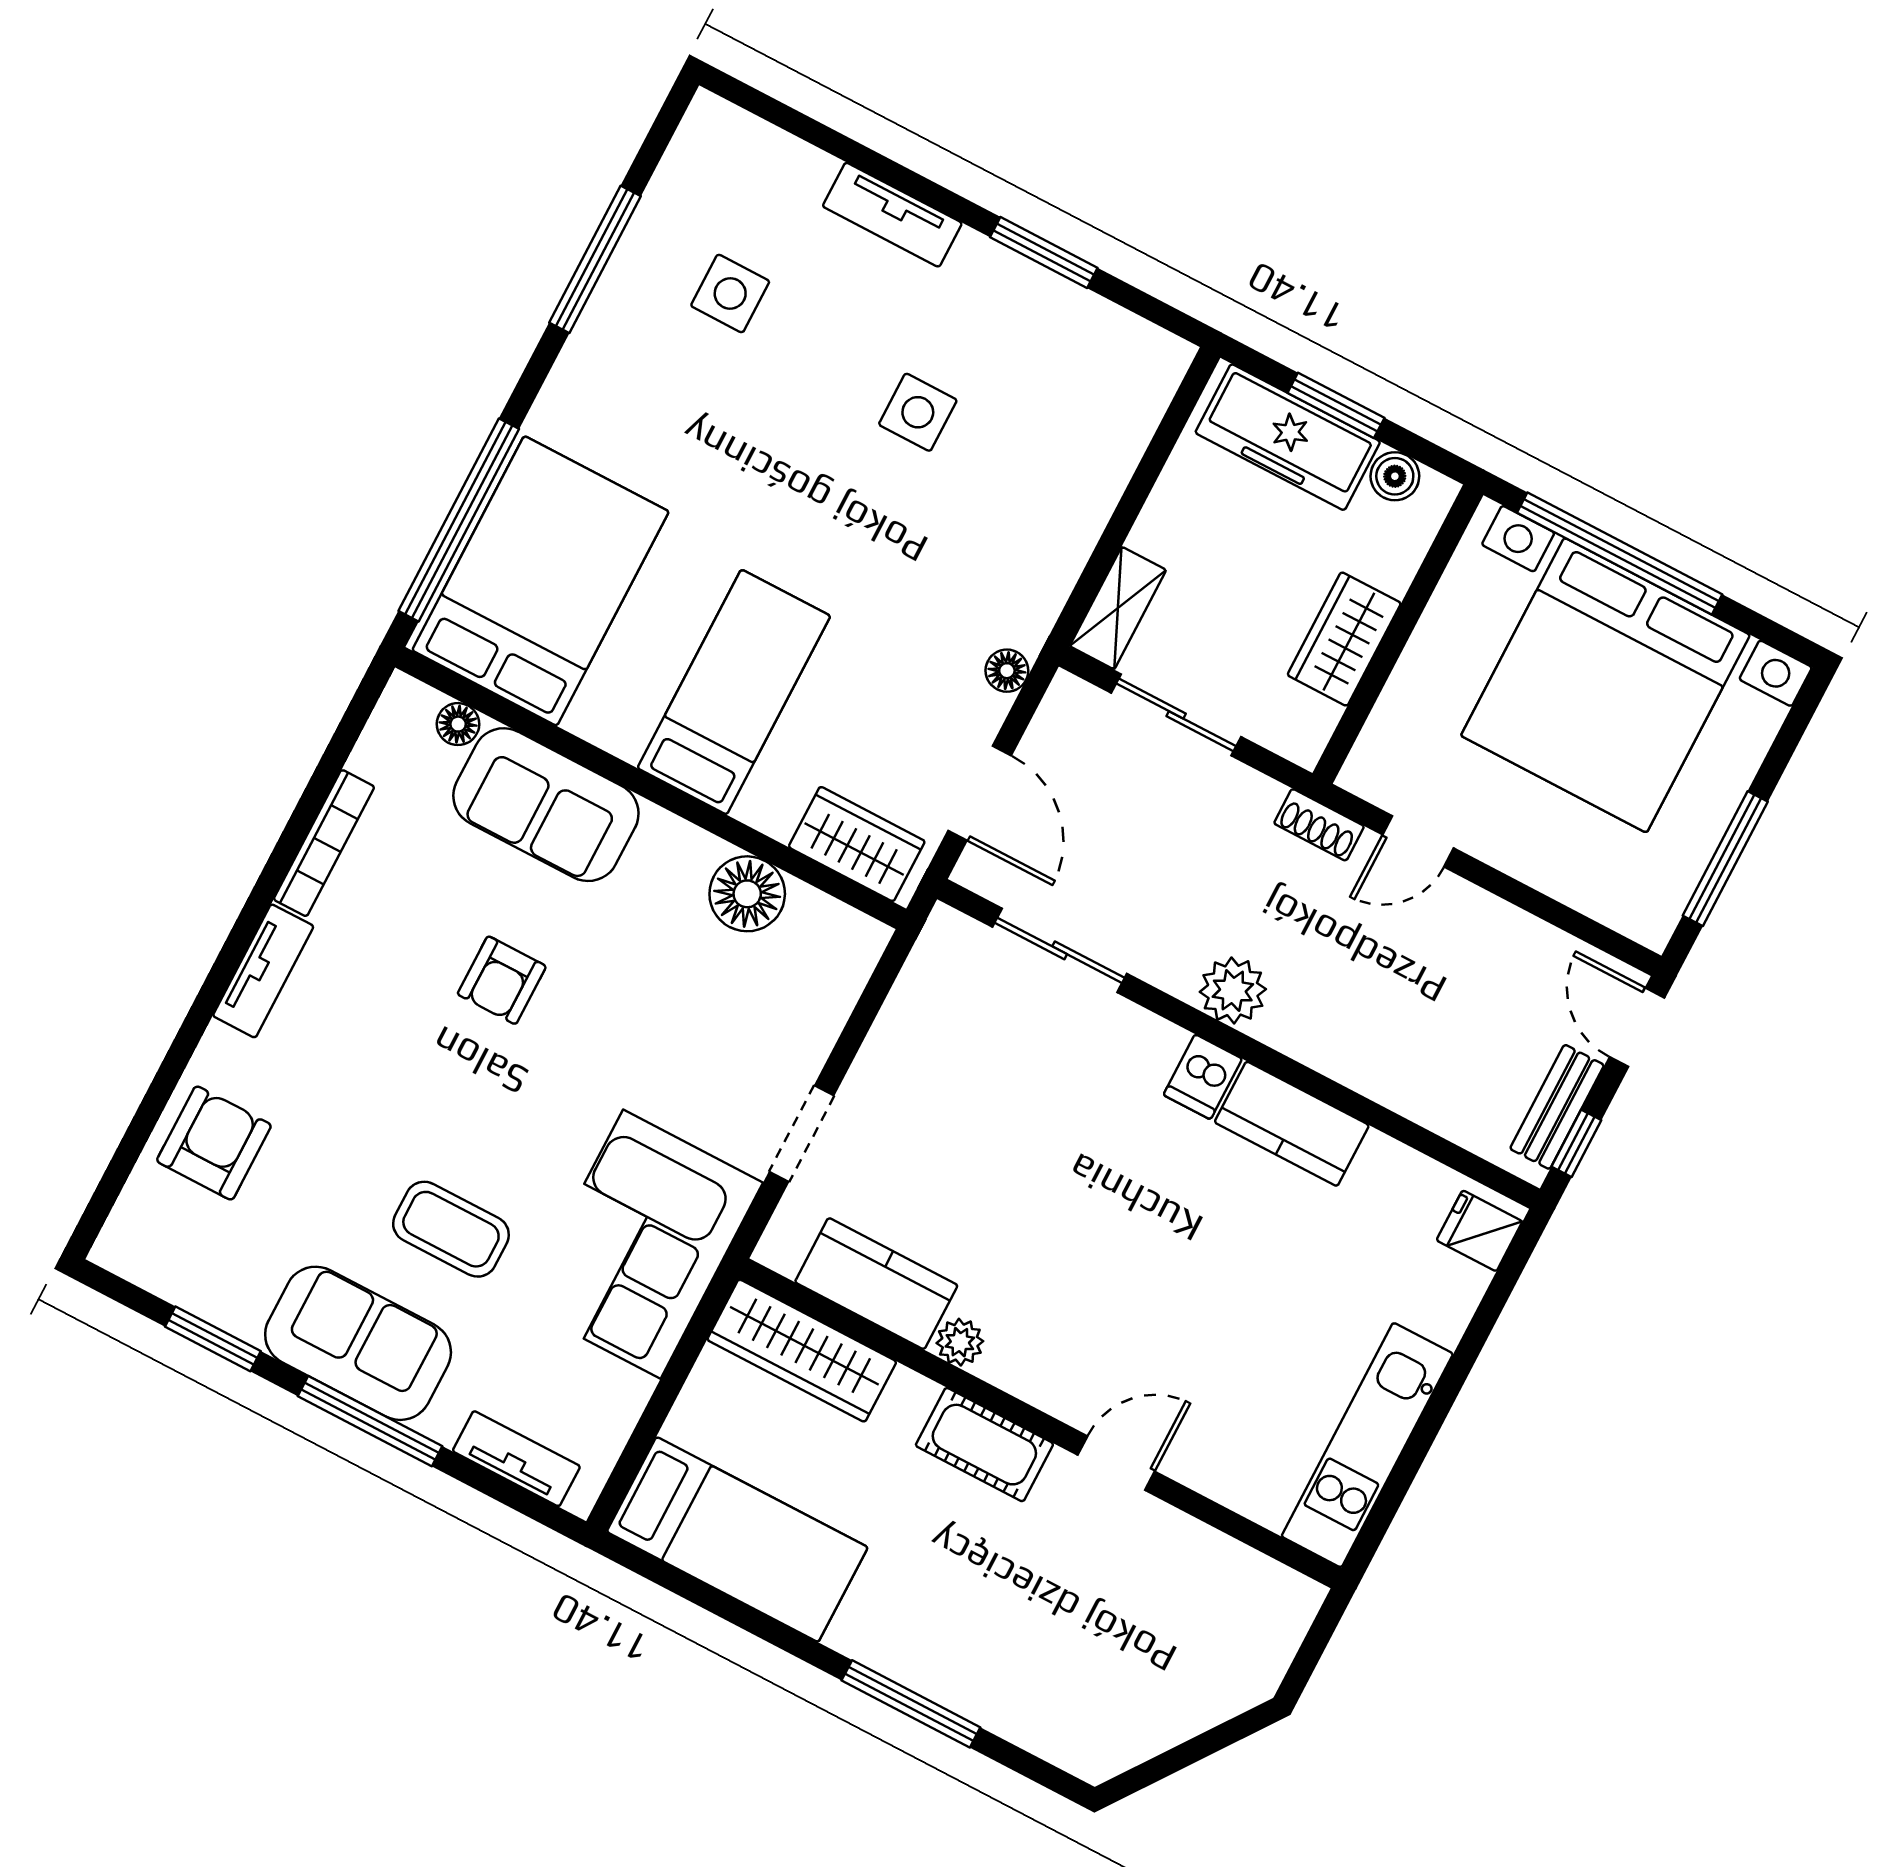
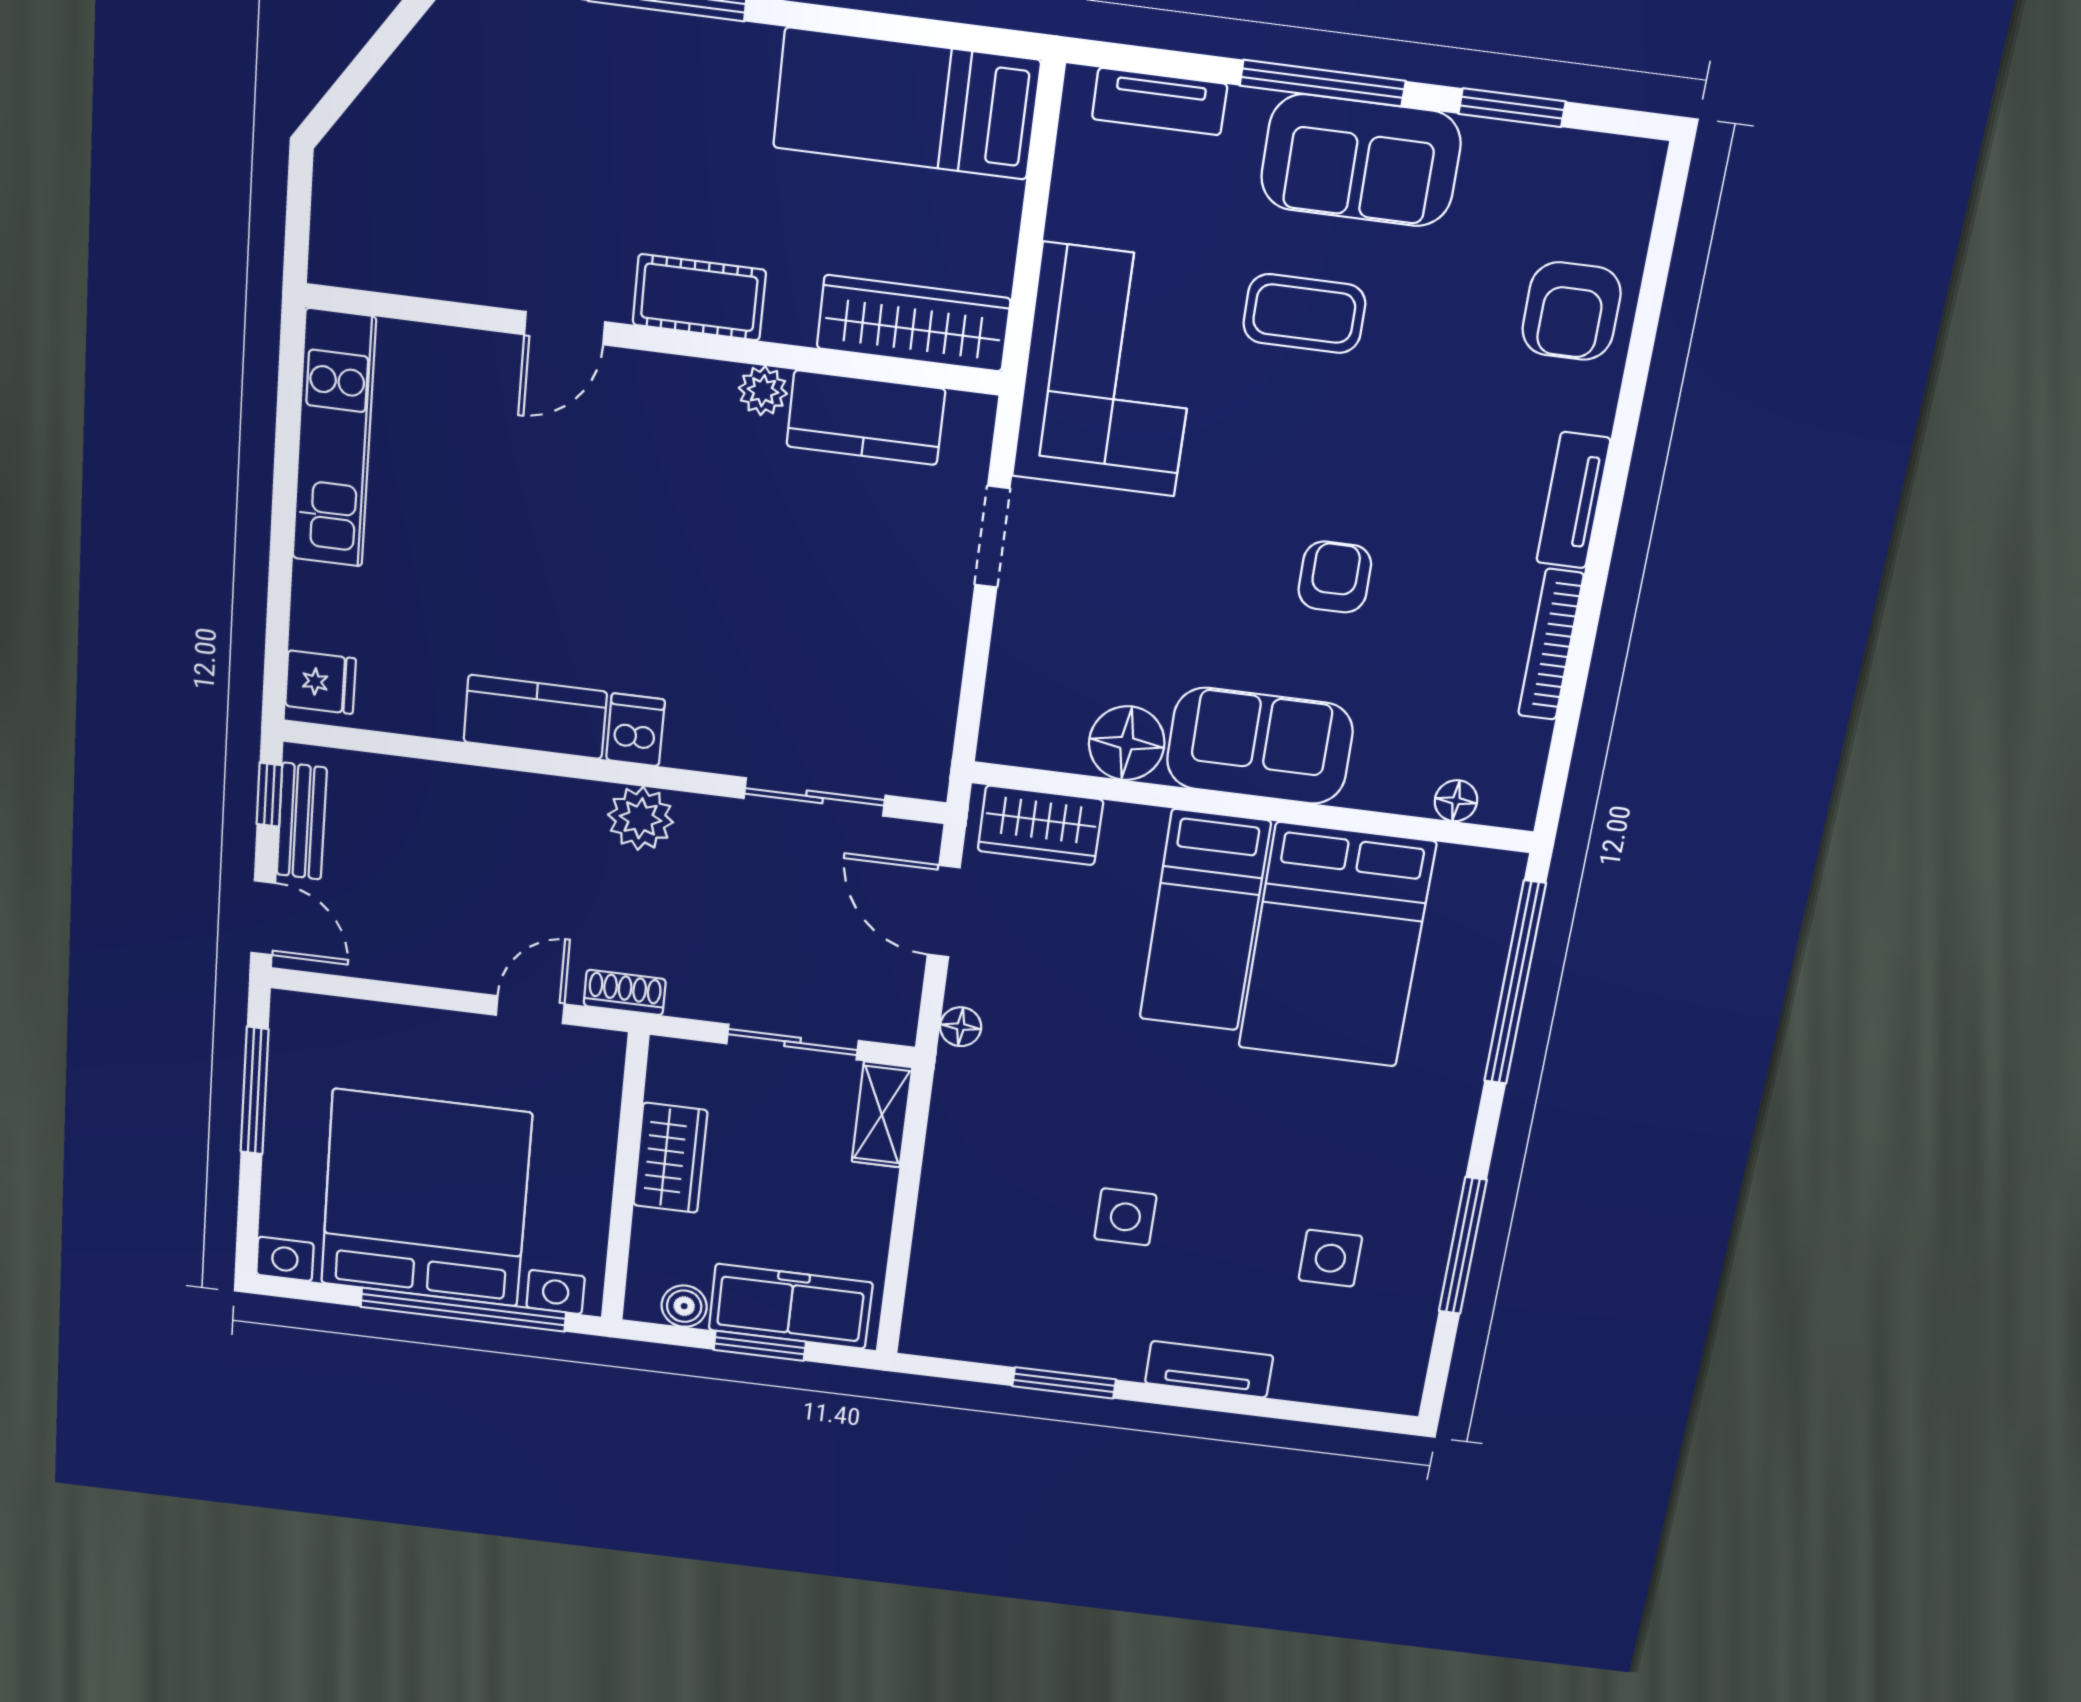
bed: (541, 581) -> (1337, 946), moved
sofa: (546, 805) -> (1260, 746), moved

